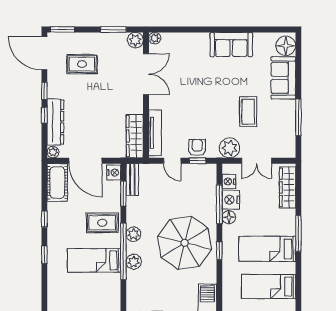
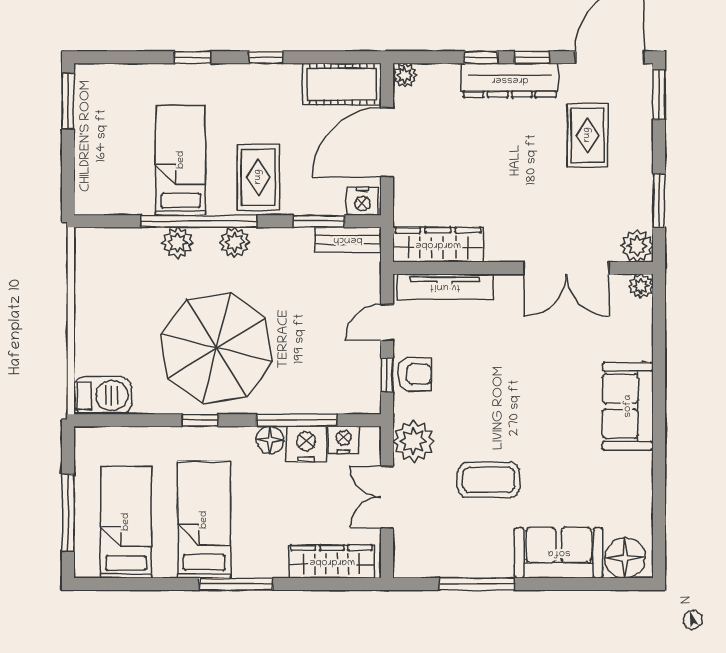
sofa: (231, 45) -> (628, 406), moved
dresser: (55, 122) -> (510, 80), moved

